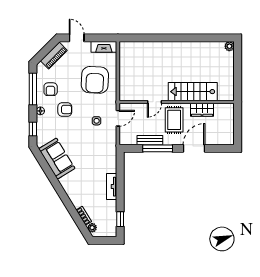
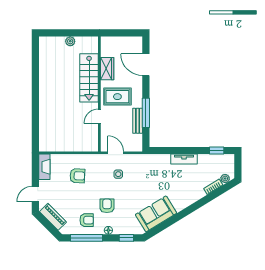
plant: (229, 46) -> (70, 41), moved
armchair: (95, 80) -> (77, 176), width x0.53, depth x0.53
door: (154, 102) -> (99, 116), swing flipped
door: (194, 148) -> (146, 65), moved

